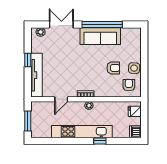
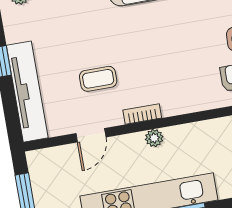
armchair: (113, 68) -> (193, 46), removed
coffee table: (69, 75) -> (98, 79), added

